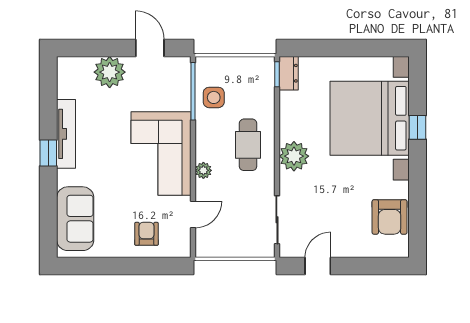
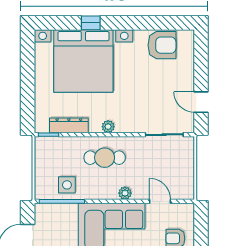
dresser: (289, 73) -> (69, 125), moved, width x1.44
plant: (294, 156) -> (108, 127), width x0.53, depth x0.53

